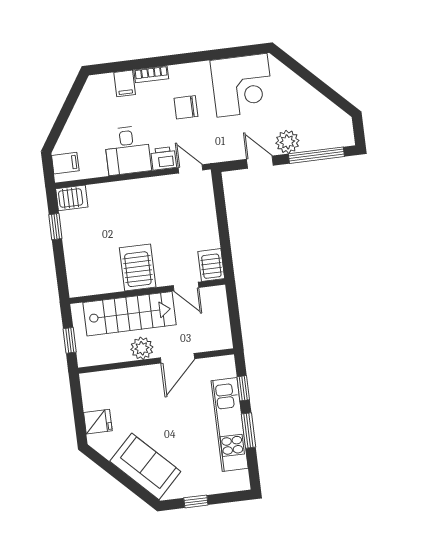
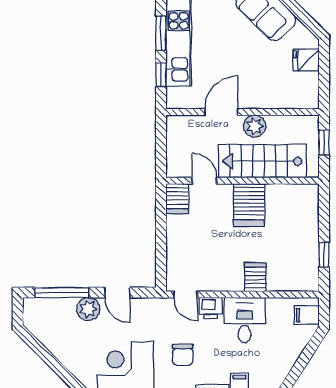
chair: (186, 107) -> (183, 355), turned 90
server rack: (72, 198) -> (255, 277), moved, turned 90

